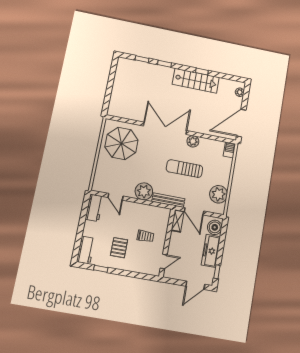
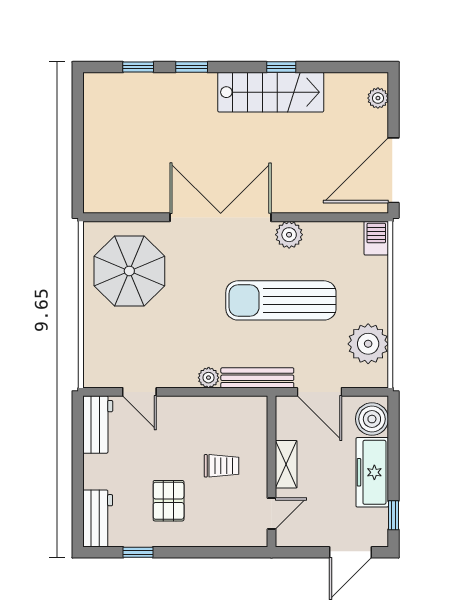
sun lounger: (184, 169) -> (281, 300), width x1.36, depth x1.34
plant: (144, 191) -> (209, 378), width x0.53, depth x0.53
shelving: (178, 221) -> (286, 464), moved

